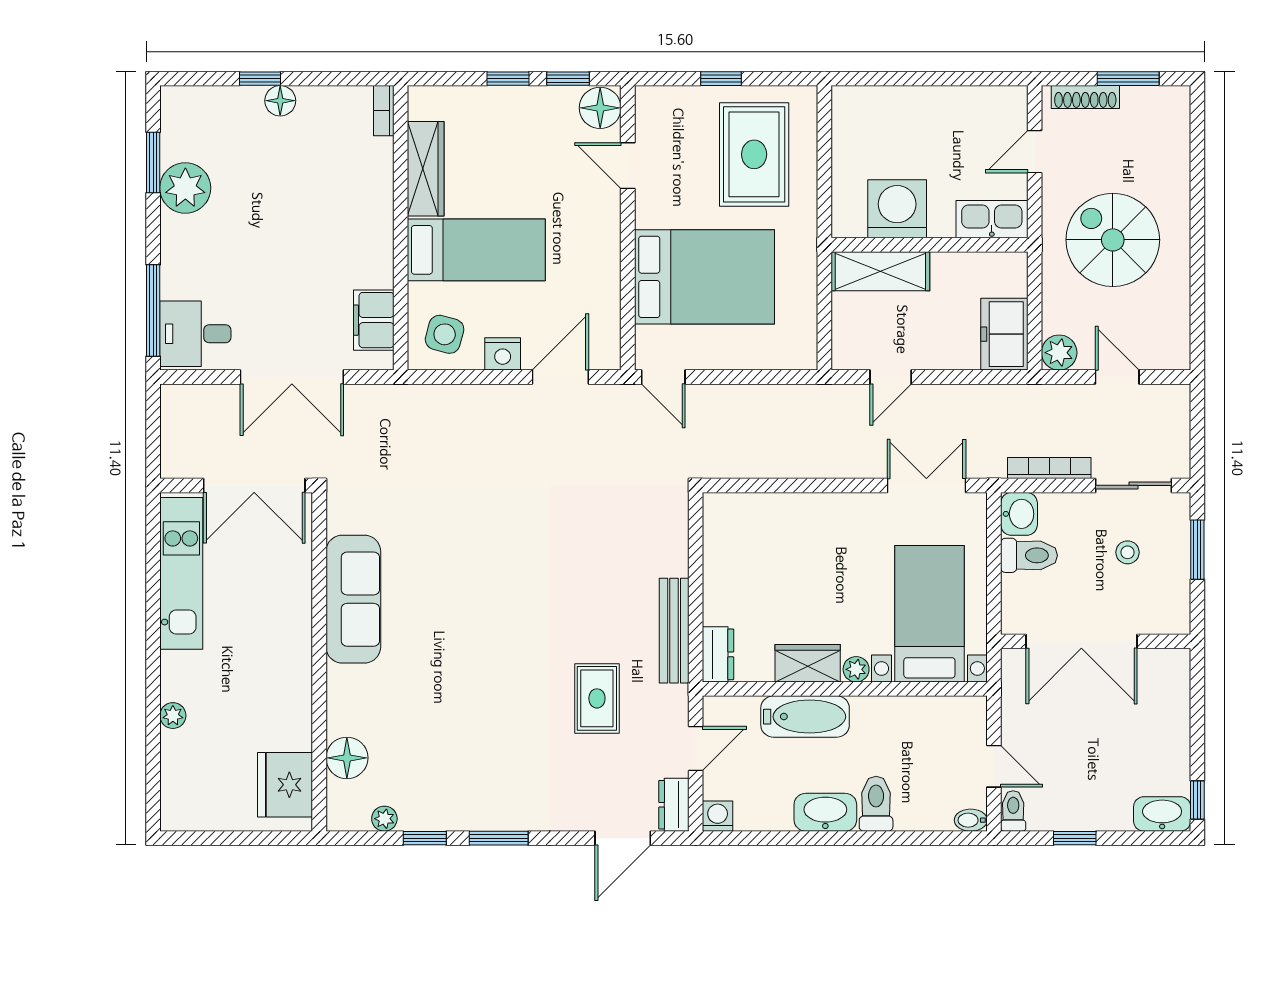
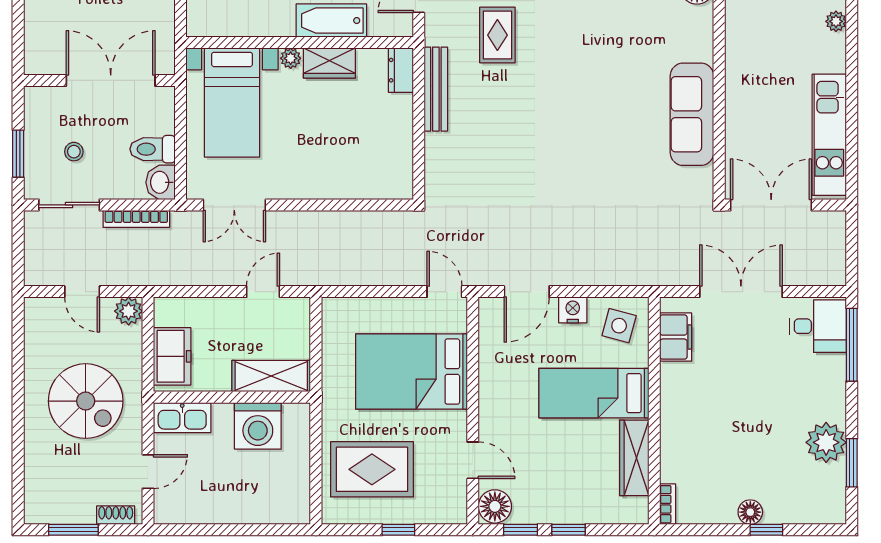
shoe rack: (1085, 97) -> (116, 515), width x0.70
rug: (754, 154) -> (372, 469), turned 90
freezer: (1004, 334) -> (172, 356), moved

